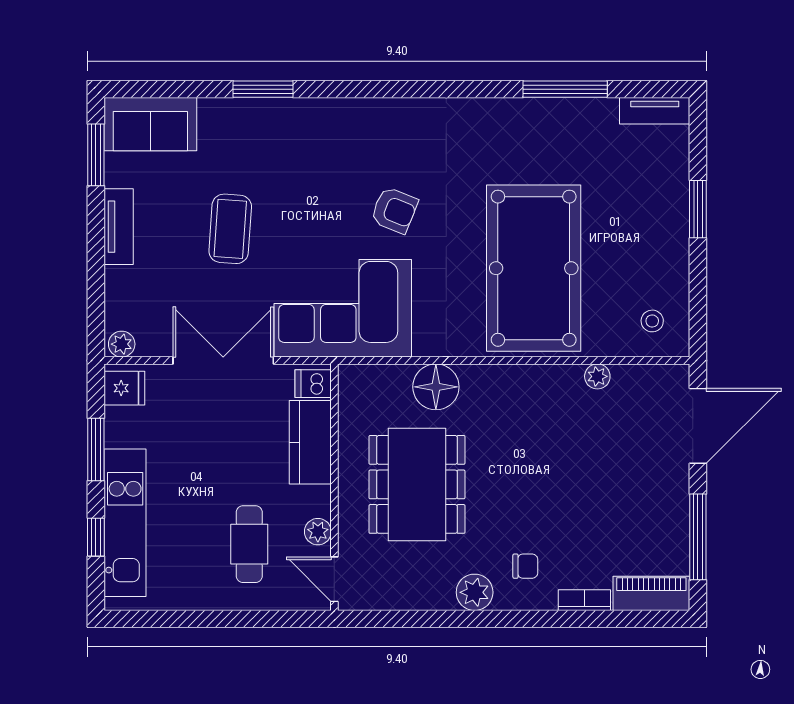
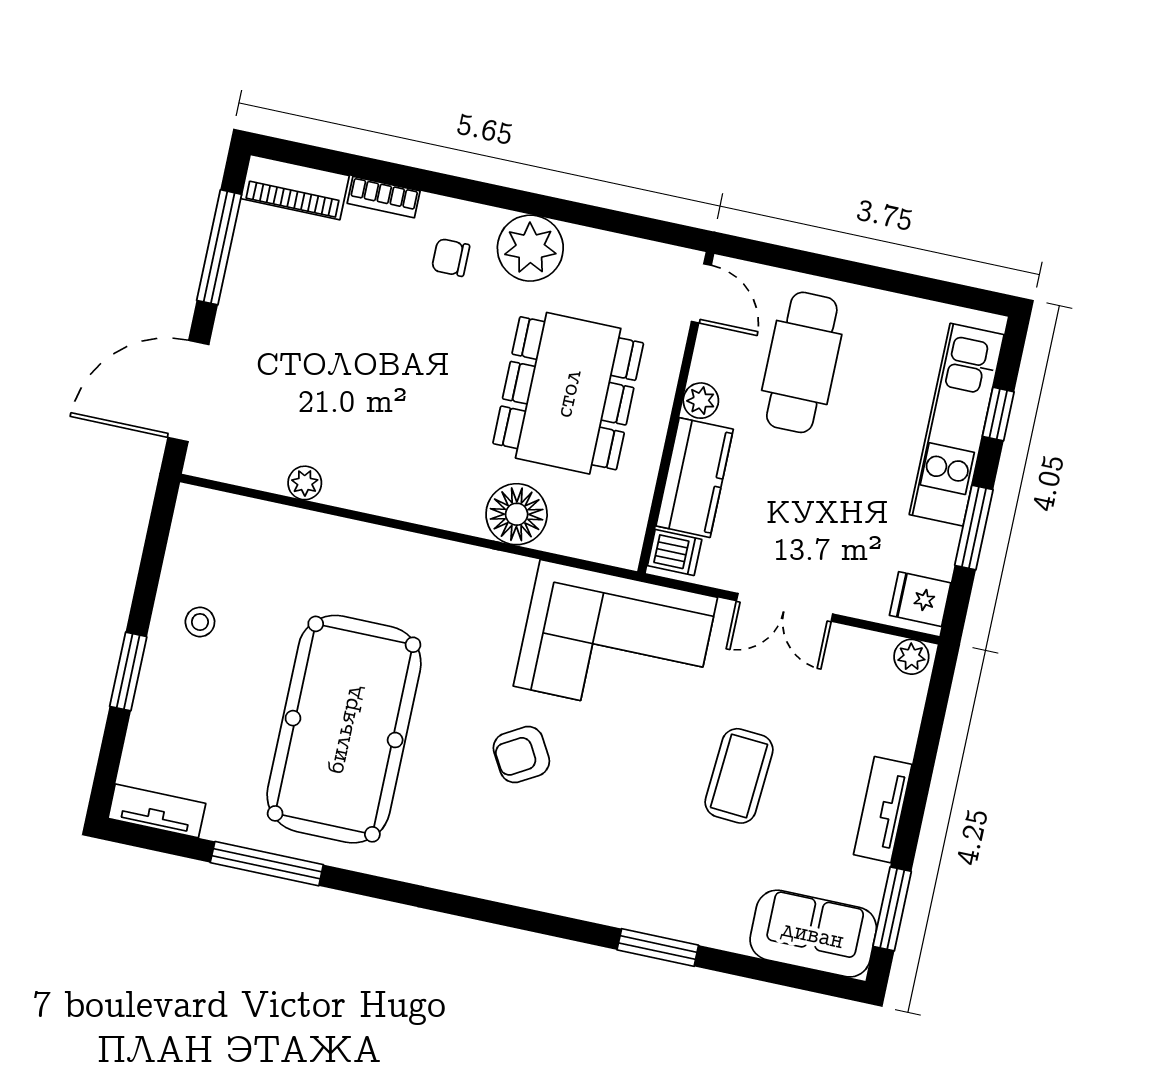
armchair: (394, 210) -> (521, 755), turned -52
pool table: (534, 268) -> (344, 729), moved
stool: (652, 321) -> (200, 622), moved
double door: (223, 361) -> (785, 607), width x0.73
plant: (318, 532) -> (701, 401), moved
cafe table: (249, 544) -> (802, 362), width x1.37, depth x1.35
plant: (475, 592) -> (530, 248), width x1.36, depth x1.36

